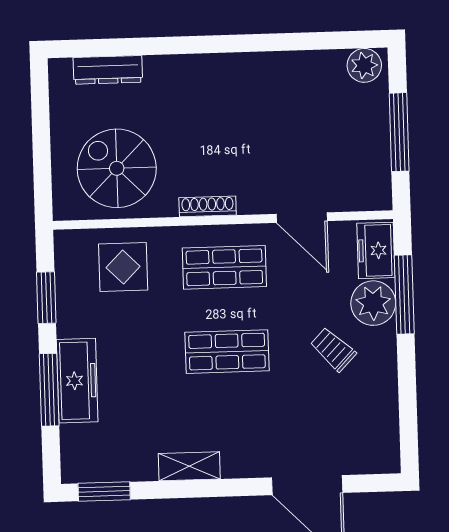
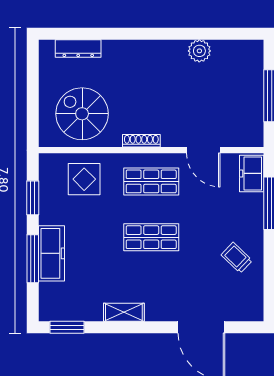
plant: (364, 65) -> (199, 51), moved
plant: (373, 303) -> (249, 208), removed
trolley: (333, 349) -> (237, 258), moved

